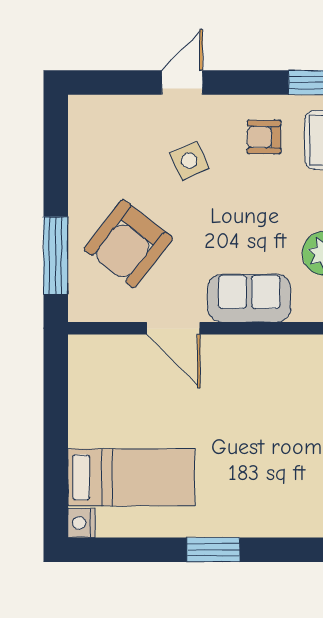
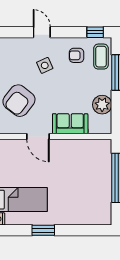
door: (182, 83) -> (42, 32), hinge flipped
window: (213, 550) -> (43, 230), moved

